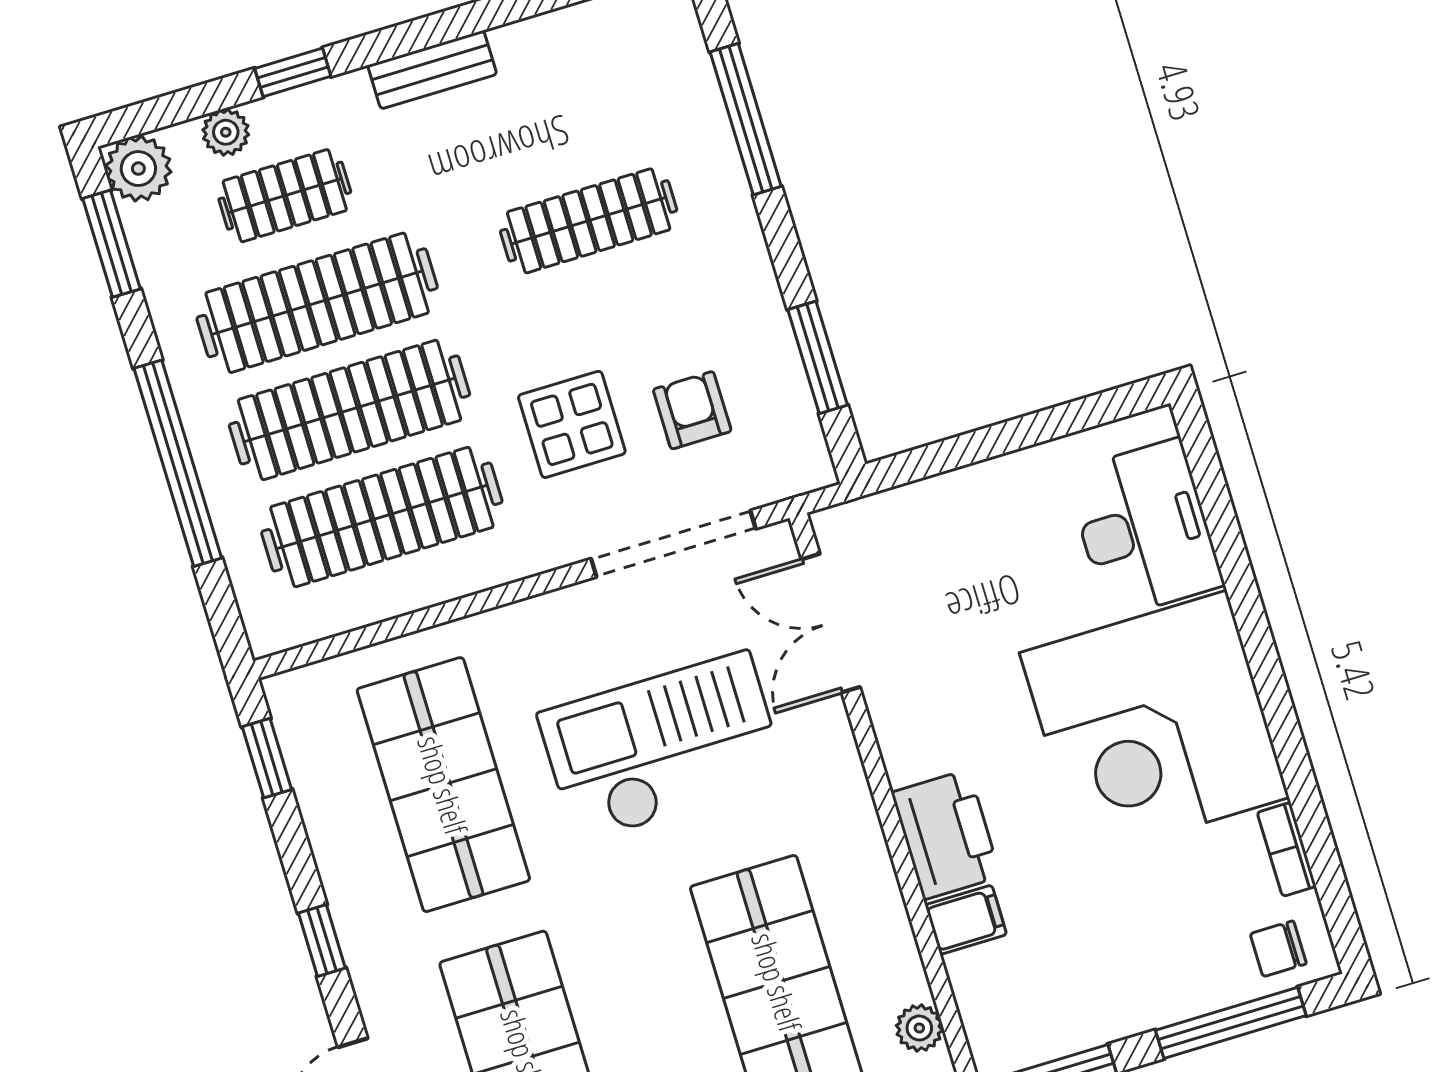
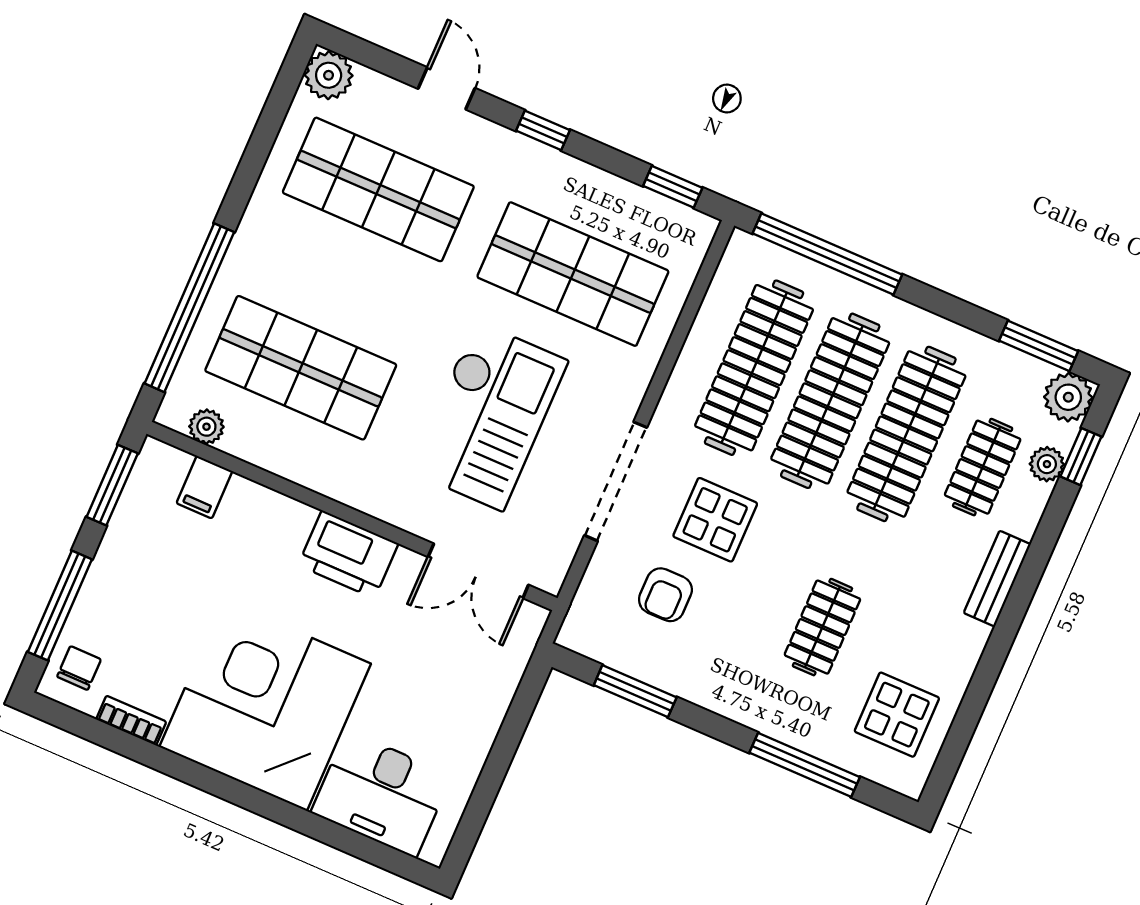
display table: (614, 68) -> (897, 715), added
bench: (432, 70) -> (997, 579), moved
window: (293, 72) -> (1081, 457), moved
clothes rail: (589, 221) -> (822, 627), width x0.73
armchair: (692, 410) -> (665, 595), turned 90
window: (178, 463) -> (827, 254), moved
doorway: (673, 544) -> (616, 481), moved
double door: (831, 623) -> (478, 571), swing flipped
printer: (946, 835) -> (348, 554), moved
filing cabinet: (966, 920) -> (204, 487), moved

